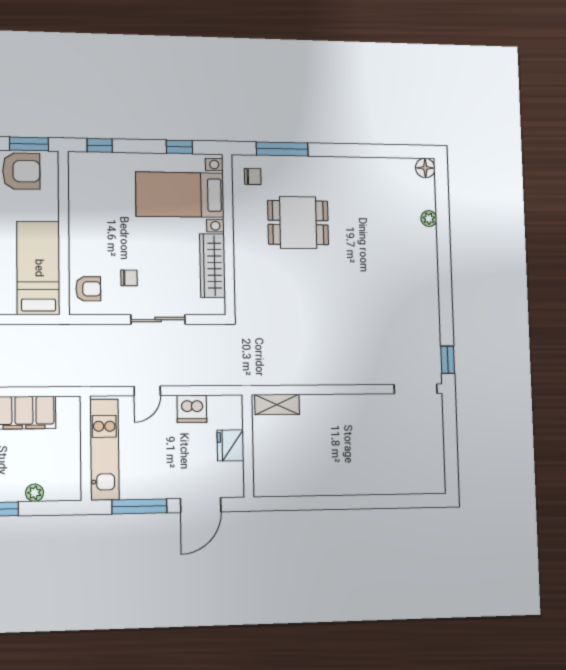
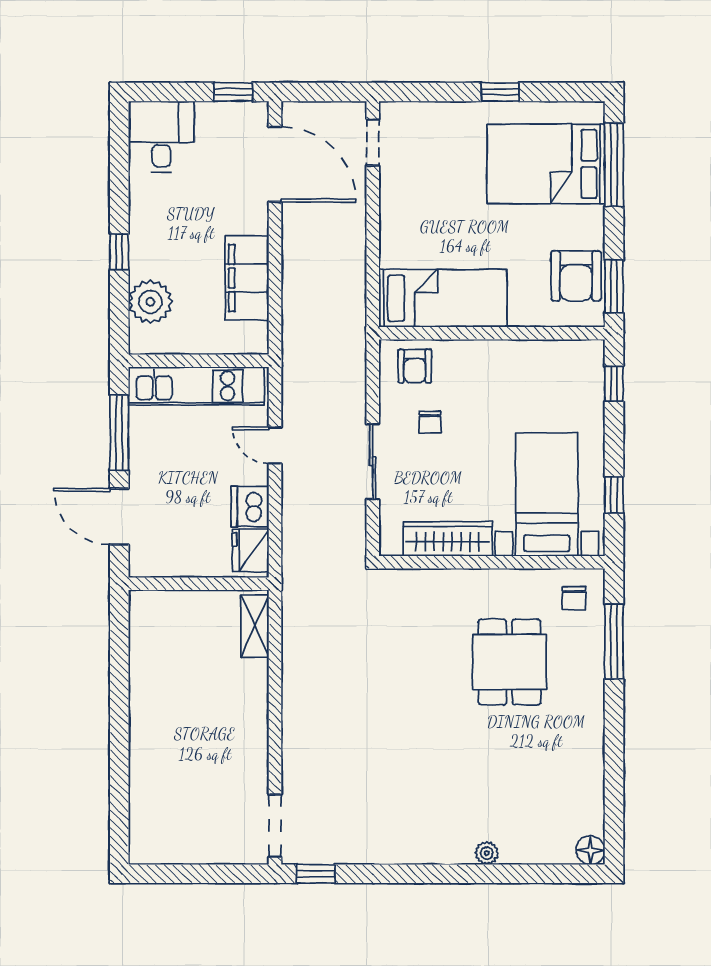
plant: (429, 219) -> (487, 853), moved
fridge: (230, 445) -> (251, 550), moved, turned -90
plant: (35, 493) -> (150, 302), width x1.87, depth x1.87

